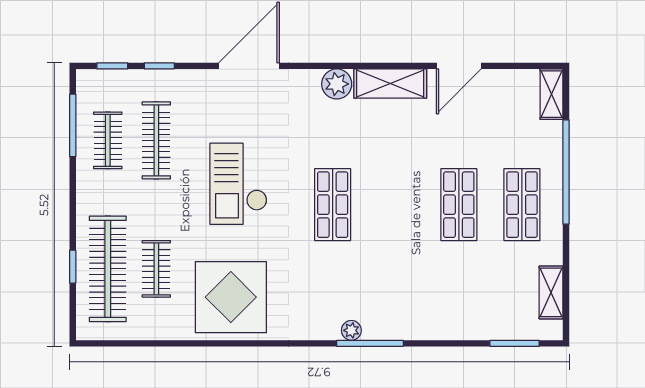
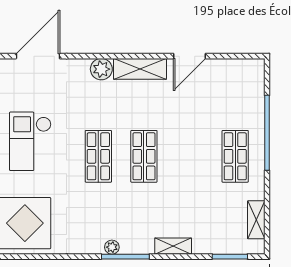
shelving: (552, 94) -> (173, 246), moved, turned 90
shop shelf: (459, 205) -> (144, 156), moved

